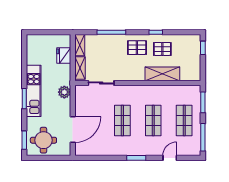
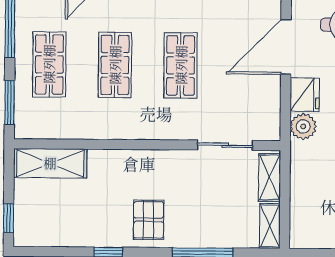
pallet: (137, 48) -> (149, 220), turned 90
pallet: (162, 49) -> (95, 217), removed
fridge: (64, 55) -> (305, 95), moved
shelving: (162, 74) -> (50, 163), moved

